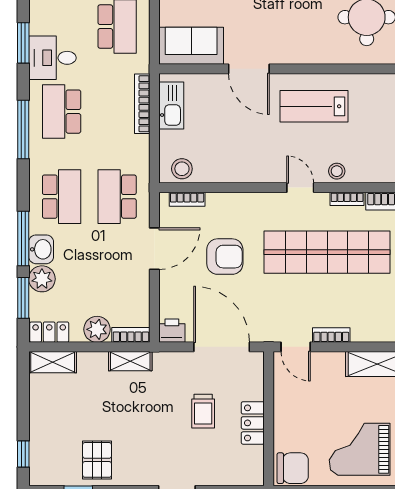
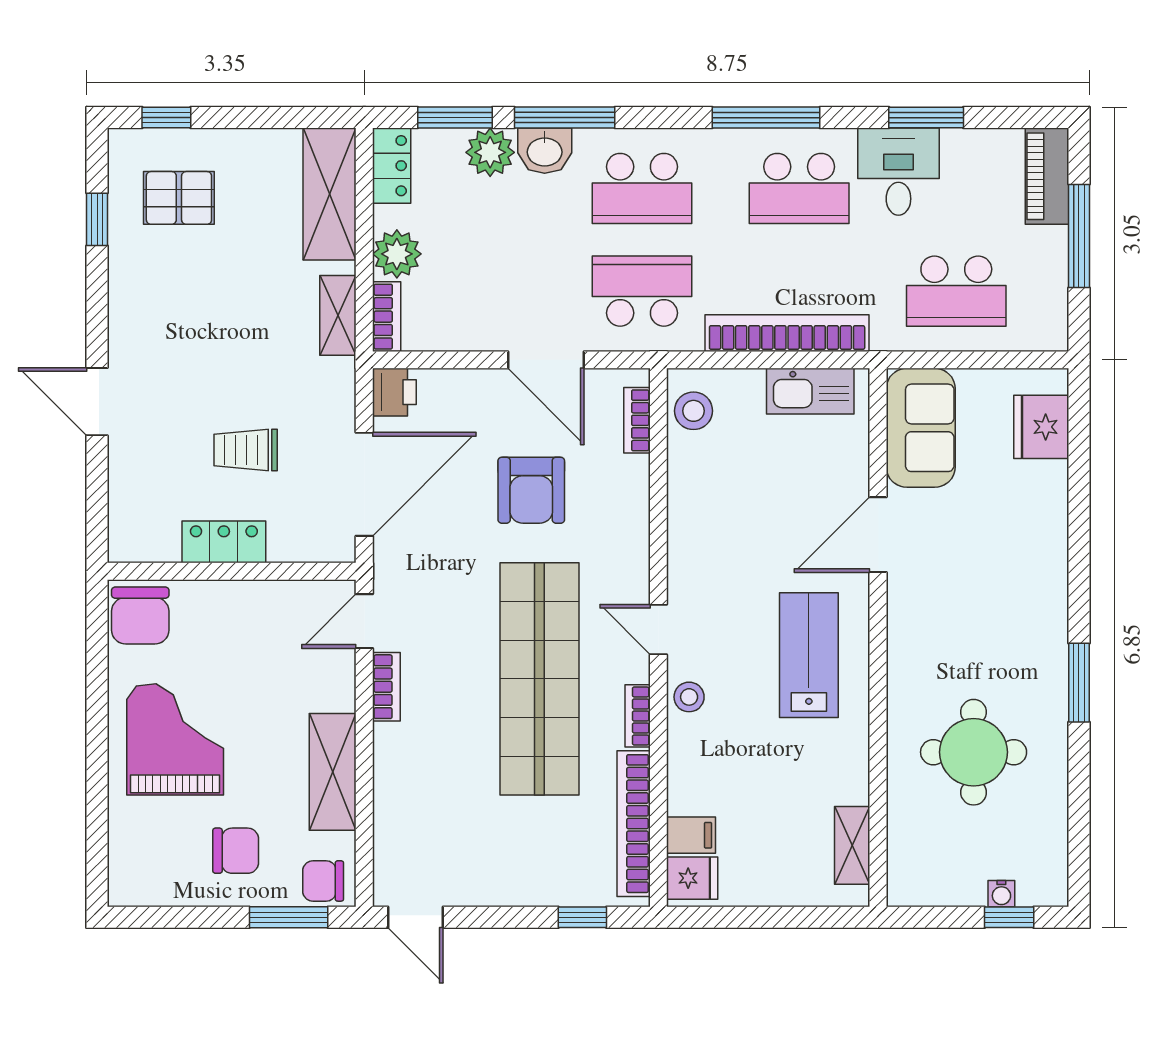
bookcase: (142, 104) -> (787, 333), width x1.48, depth x1.31
school desk: (62, 112) -> (799, 188), turned 180
door: (300, 188) -> (658, 630), swing flipped
shelving: (53, 362) -> (330, 194), width x1.50, depth x1.33
pallet: (97, 460) -> (179, 198), moved

